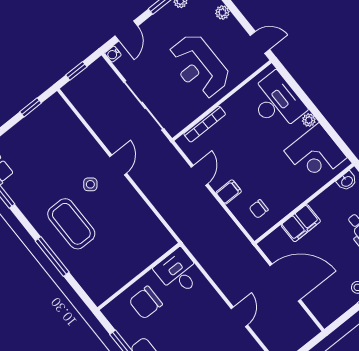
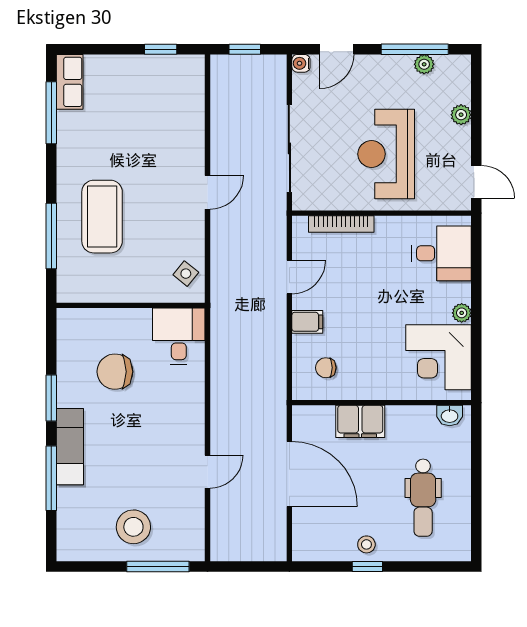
desk: (276, 102) -> (442, 253), width x0.73
side table: (90, 184) -> (186, 274), moved
desk: (178, 272) -> (179, 336), moved
wall: (139, 276) -> (131, 305), moved

